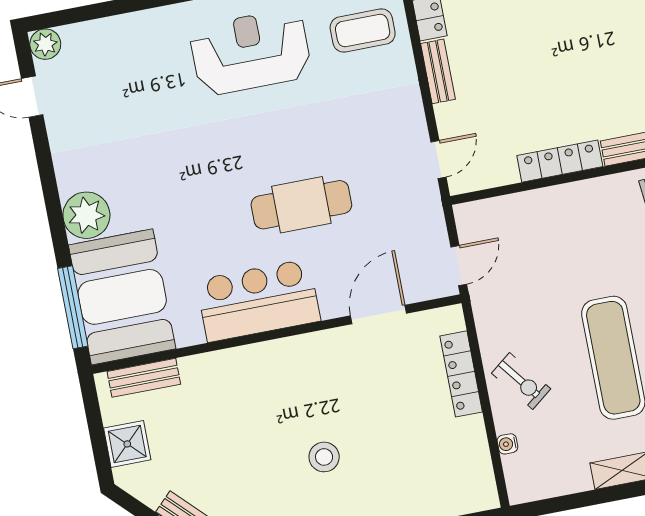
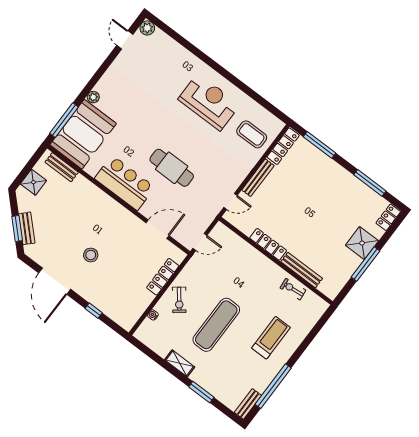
bench: (438, 71) -> (258, 178), width x1.36
plant: (86, 215) -> (93, 97), width x0.53, depth x0.53

